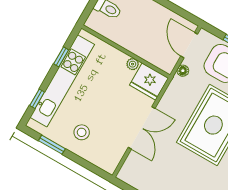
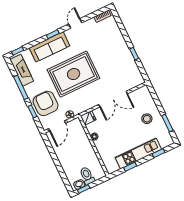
kitchen unit: (62, 81) -> (138, 153), width x0.73
fridge: (149, 82) -> (88, 118), width x0.53, depth x0.75
double door: (142, 128) -> (113, 99), swing flipped

